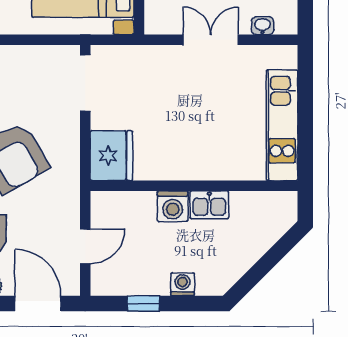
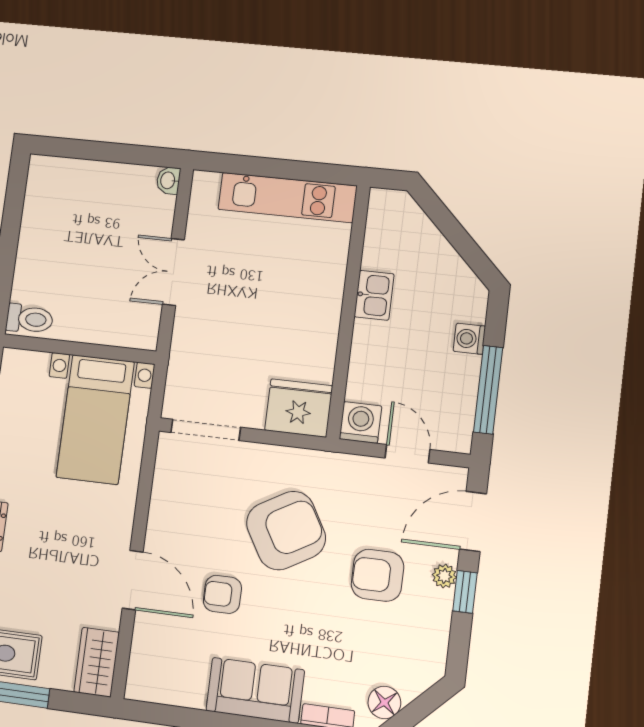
washbasin: (263, 26) -> (168, 180), moved
washing machine: (173, 206) -> (360, 423), moved, turned -90
window: (143, 304) -> (488, 390), width x2.17

